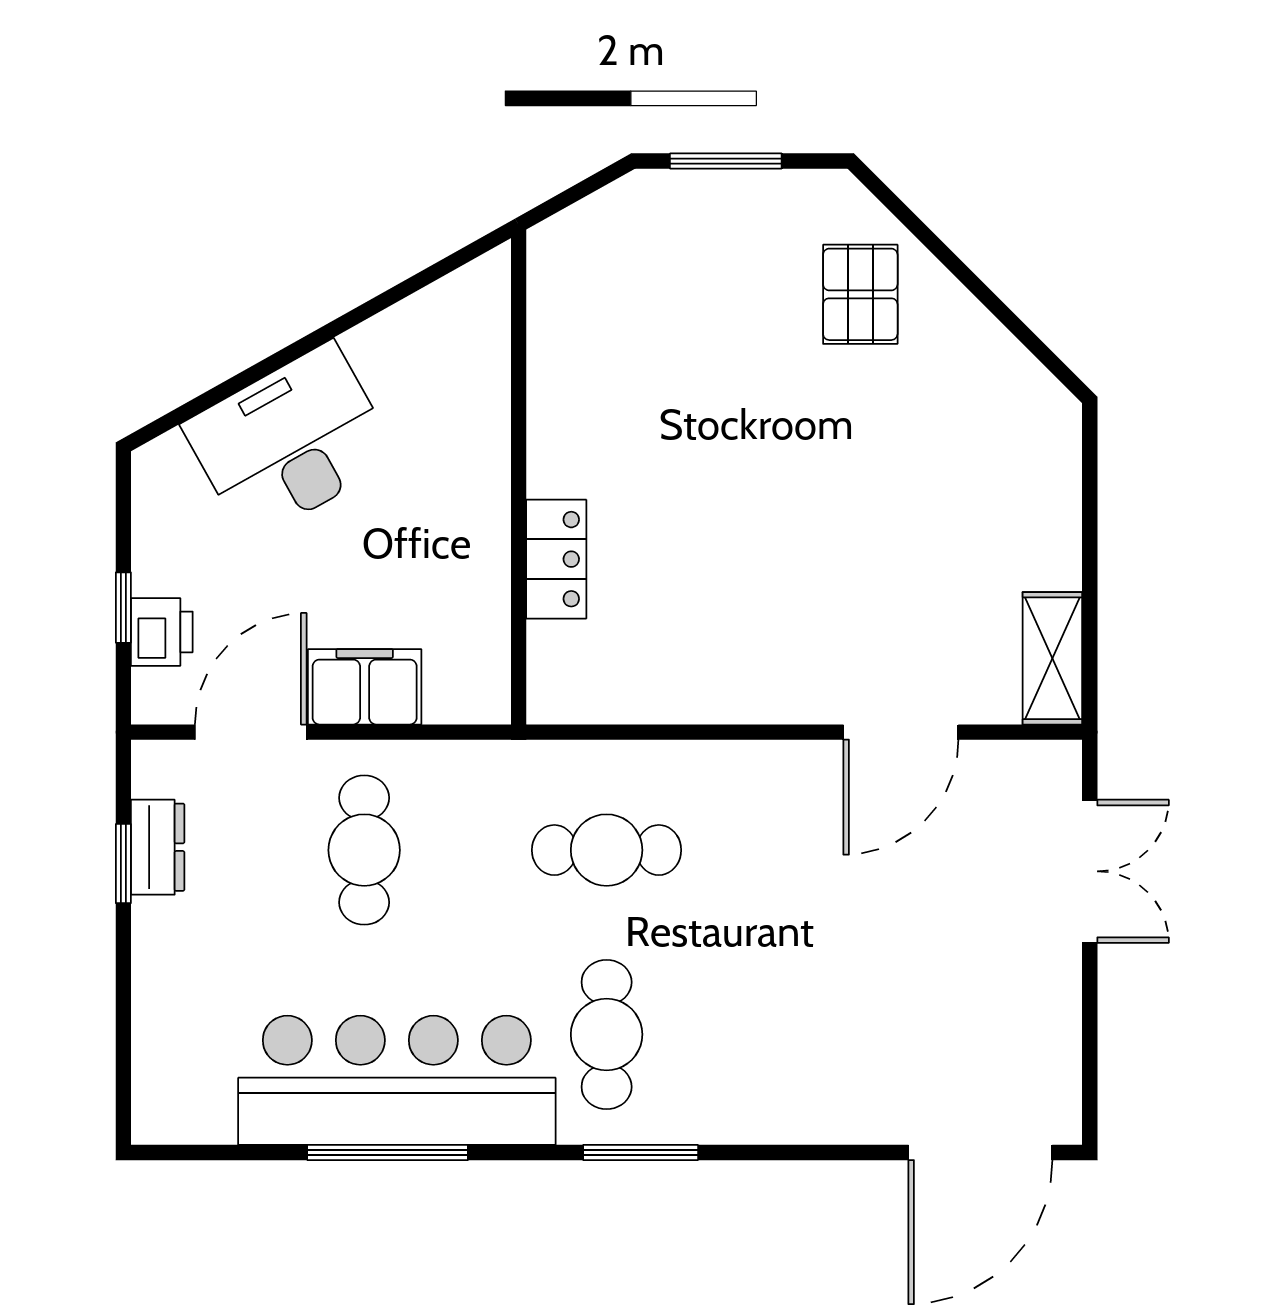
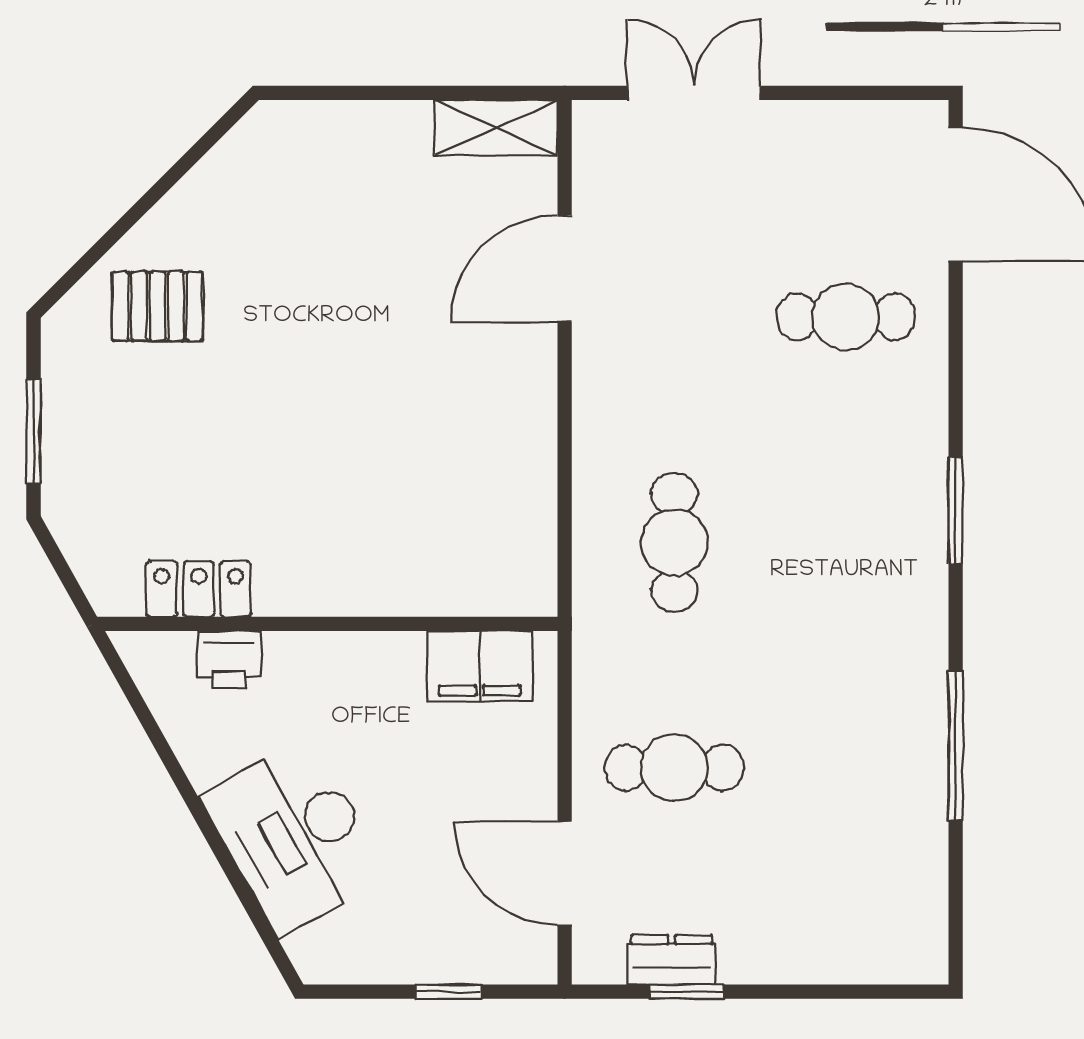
locker: (556, 559) -> (199, 589), moved
printer: (162, 632) -> (229, 660), moved, turned 180
filing cabinet: (365, 687) -> (480, 666), moved, turned -90
door: (901, 732) -> (565, 268), swing flipped
cafe table: (607, 1034) -> (846, 317), moved
bar counter: (397, 1080) -> (888, 737), removed

